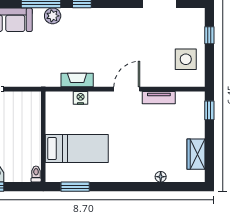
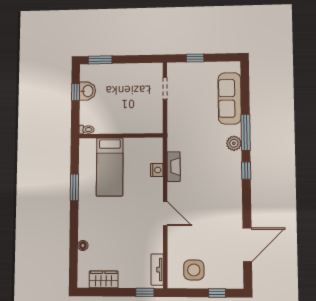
tv unit: (159, 98) -> (157, 270), moved
window: (75, 187) -> (74, 187), moved

